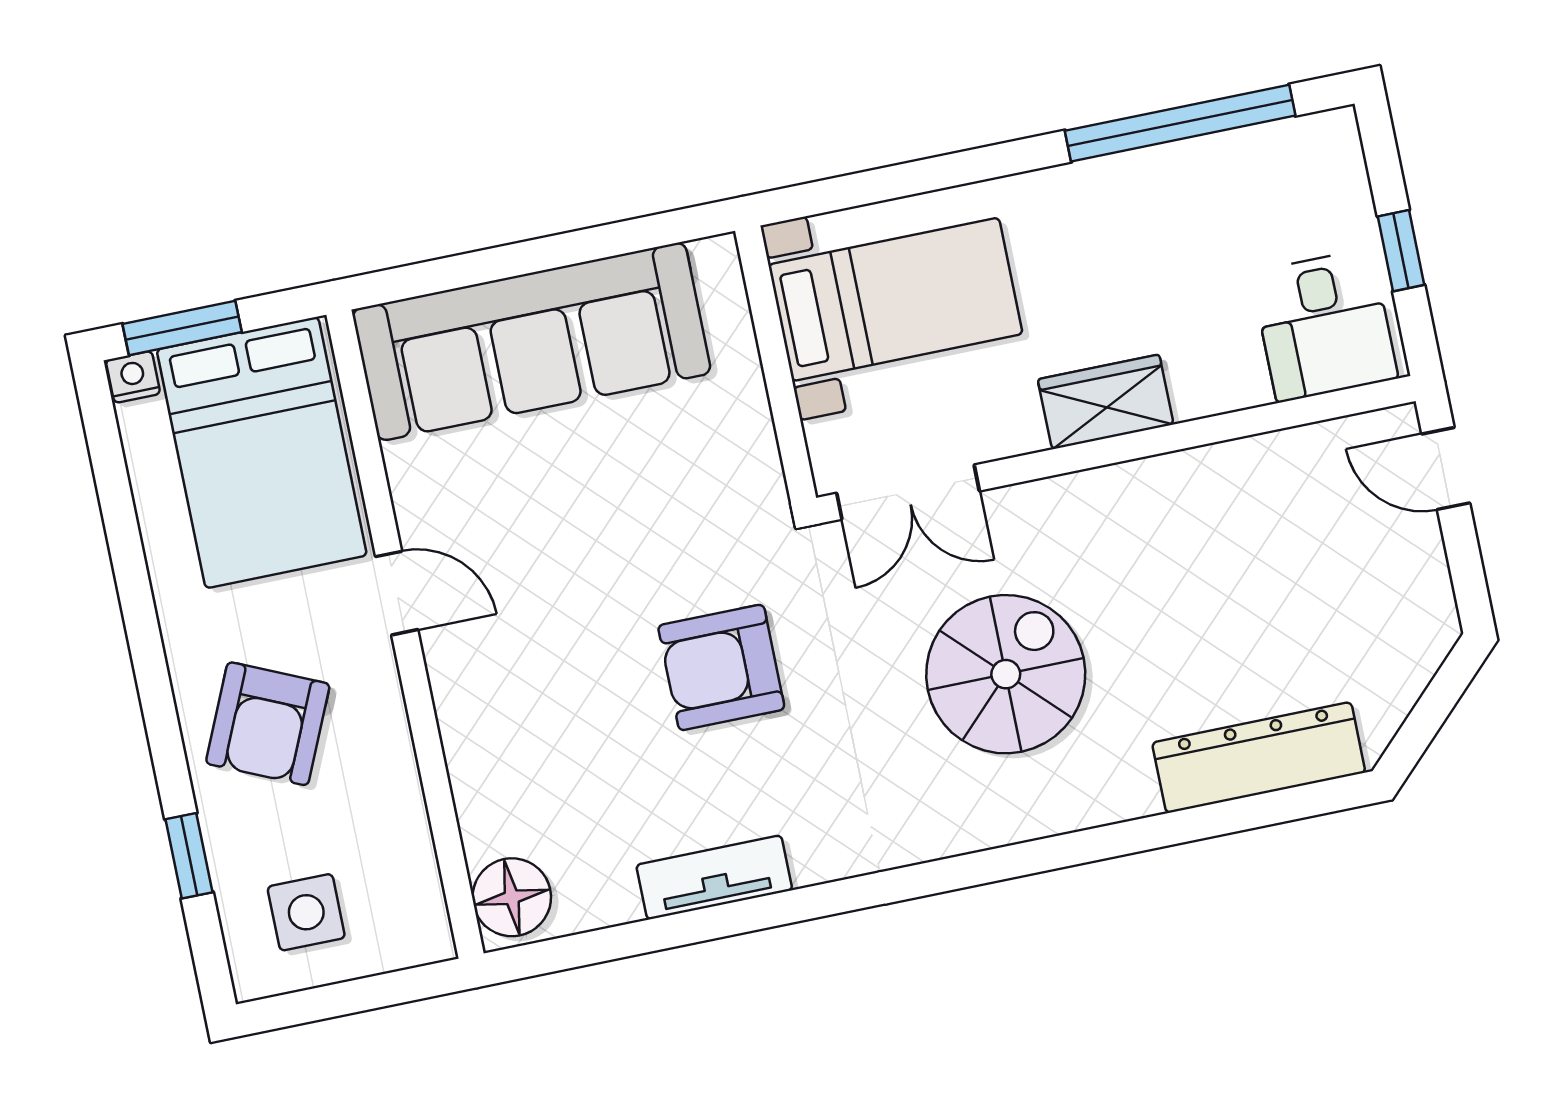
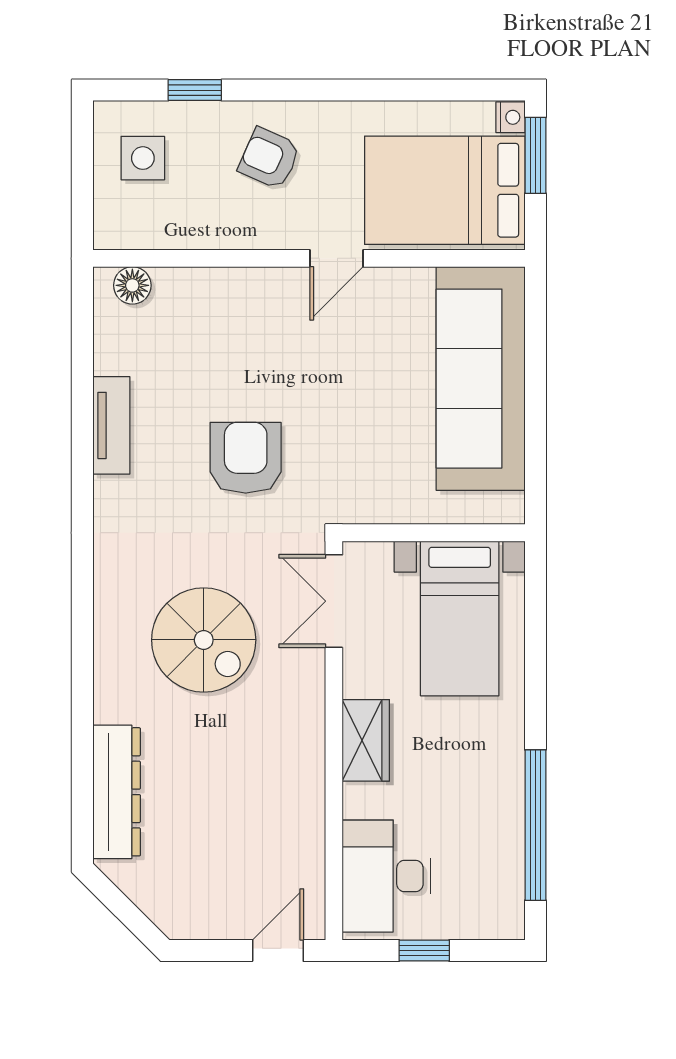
desk: (1324, 325) -> (386, 876), width x1.37
armchair: (268, 724) -> (269, 158), width x0.72, depth x0.72
floor lamp: (512, 897) -> (132, 285), width x0.73, depth x0.73

